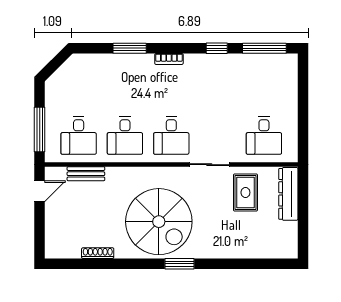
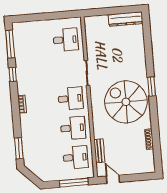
window: (130, 48) -> (19, 148), moved
rug: (245, 192) -> (103, 48), removed
dresser: (288, 194) -> (126, 19), moved
spiral stairs: (159, 222) -> (126, 102), turned -90

